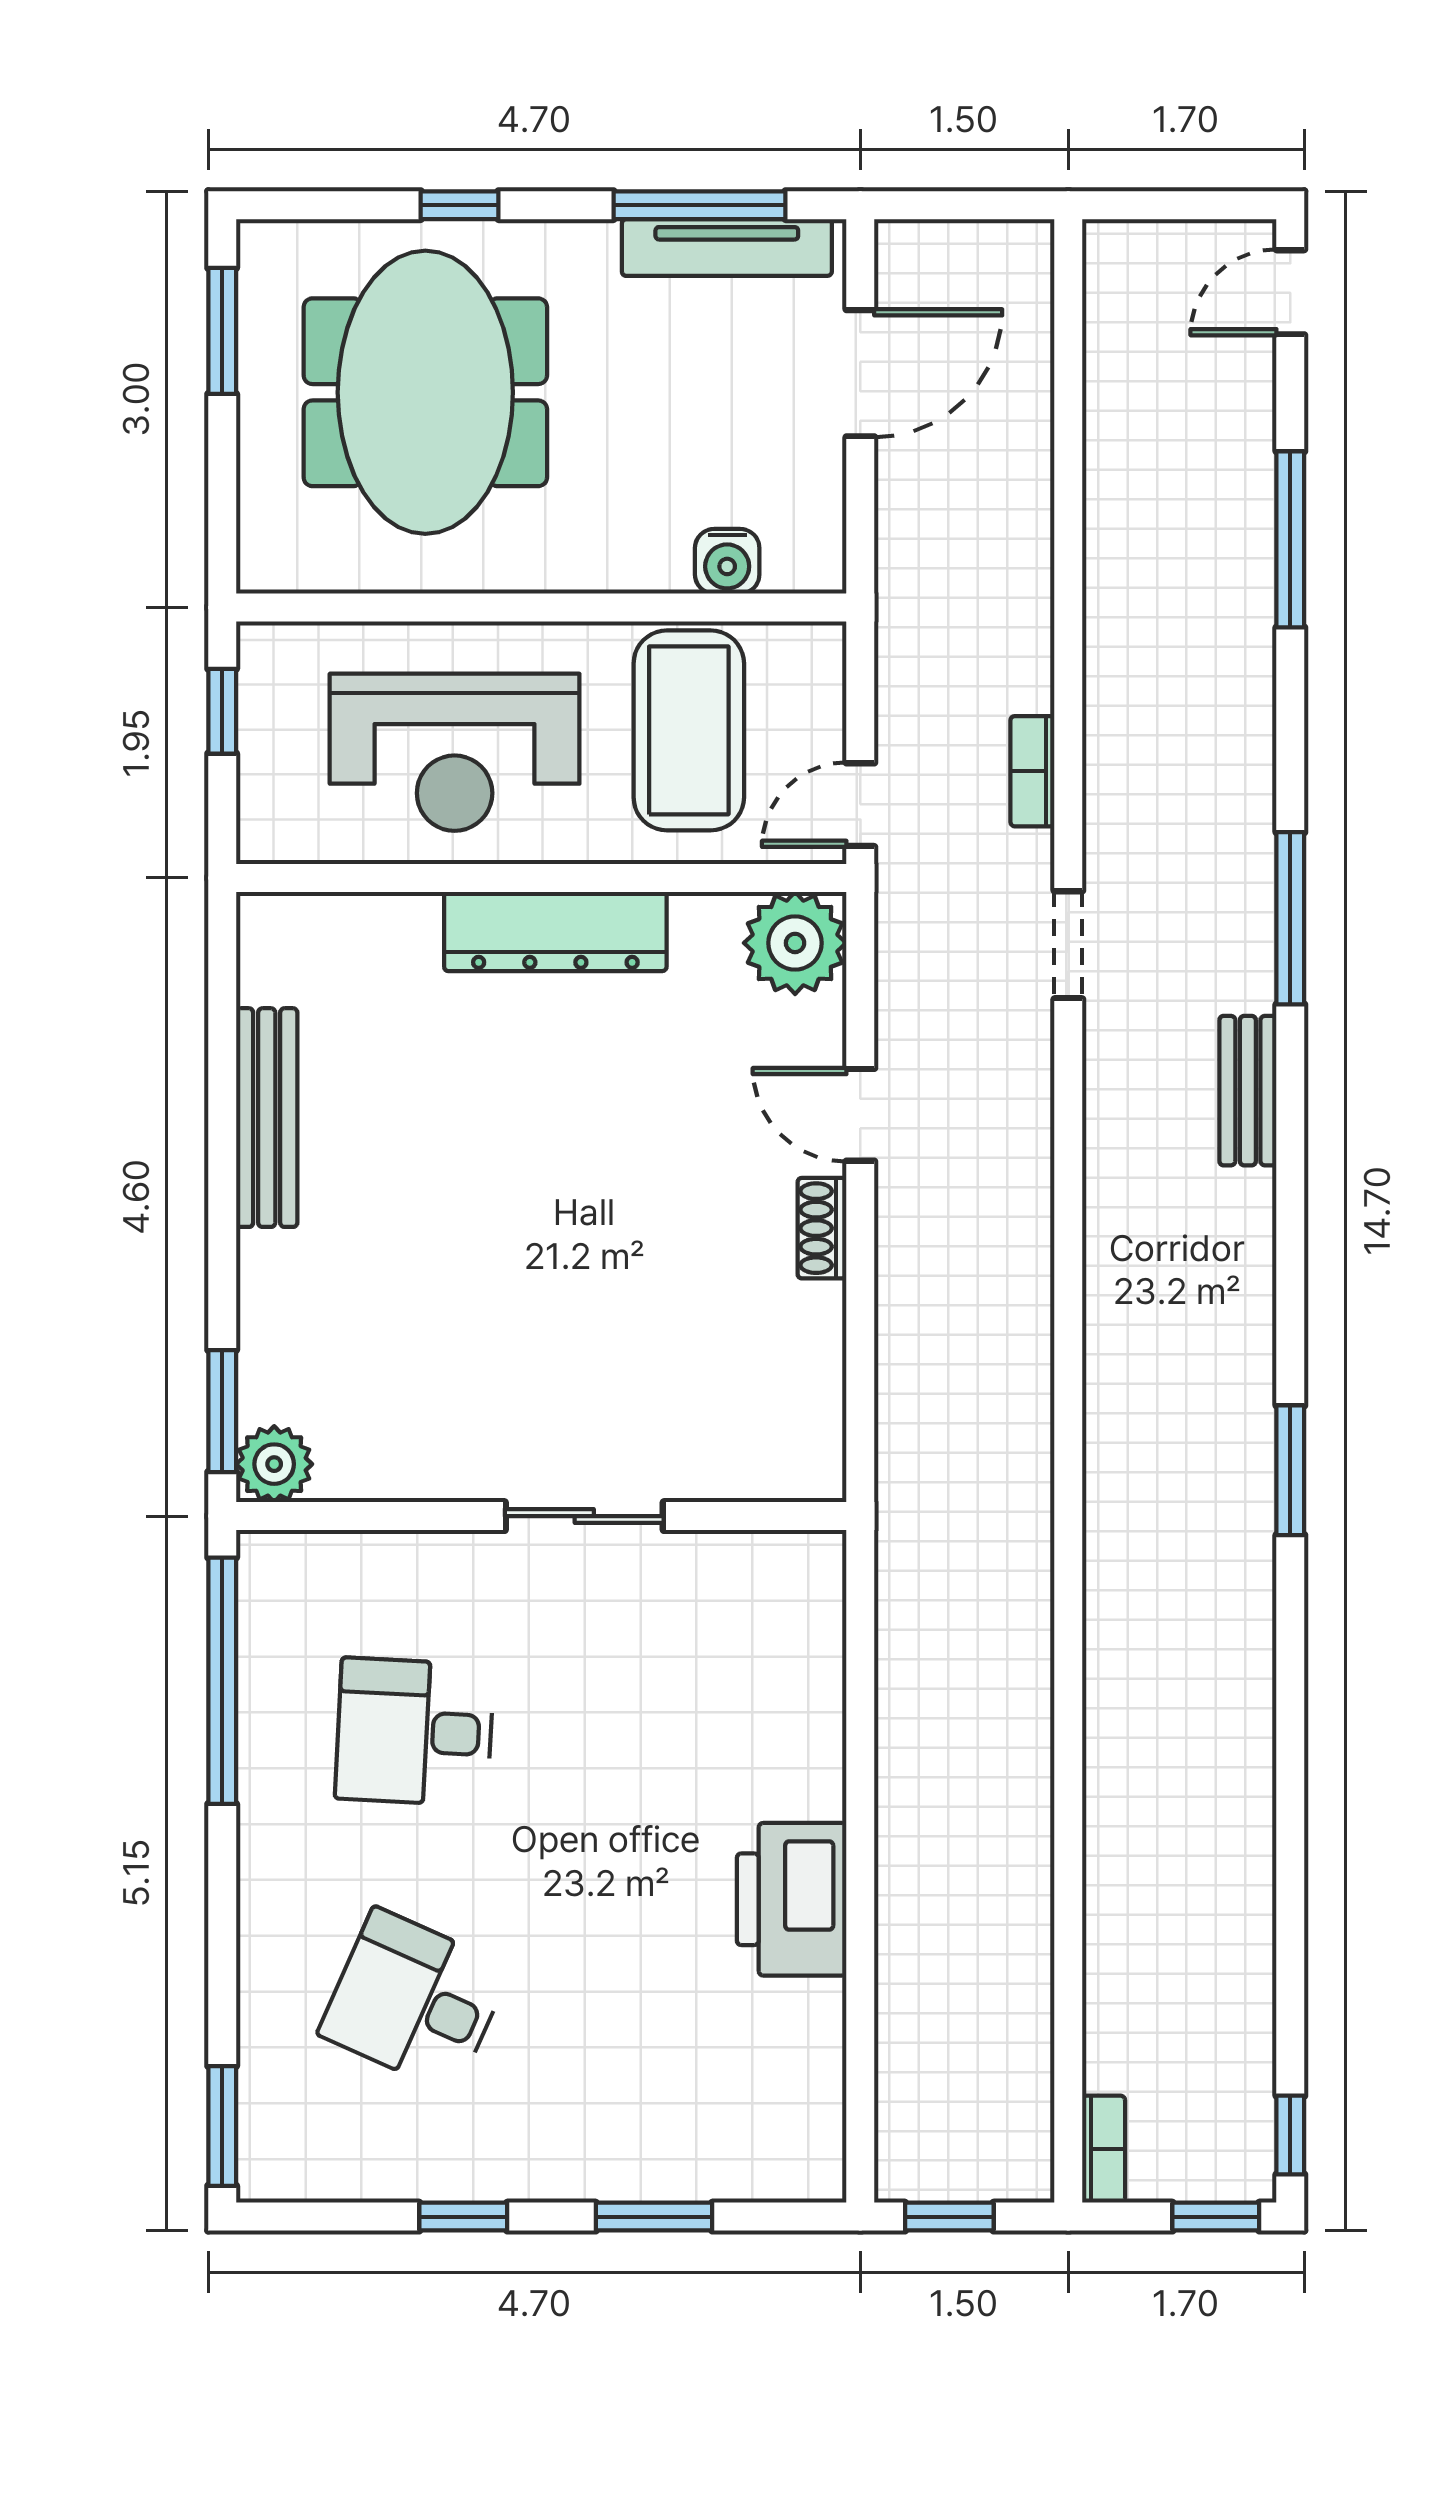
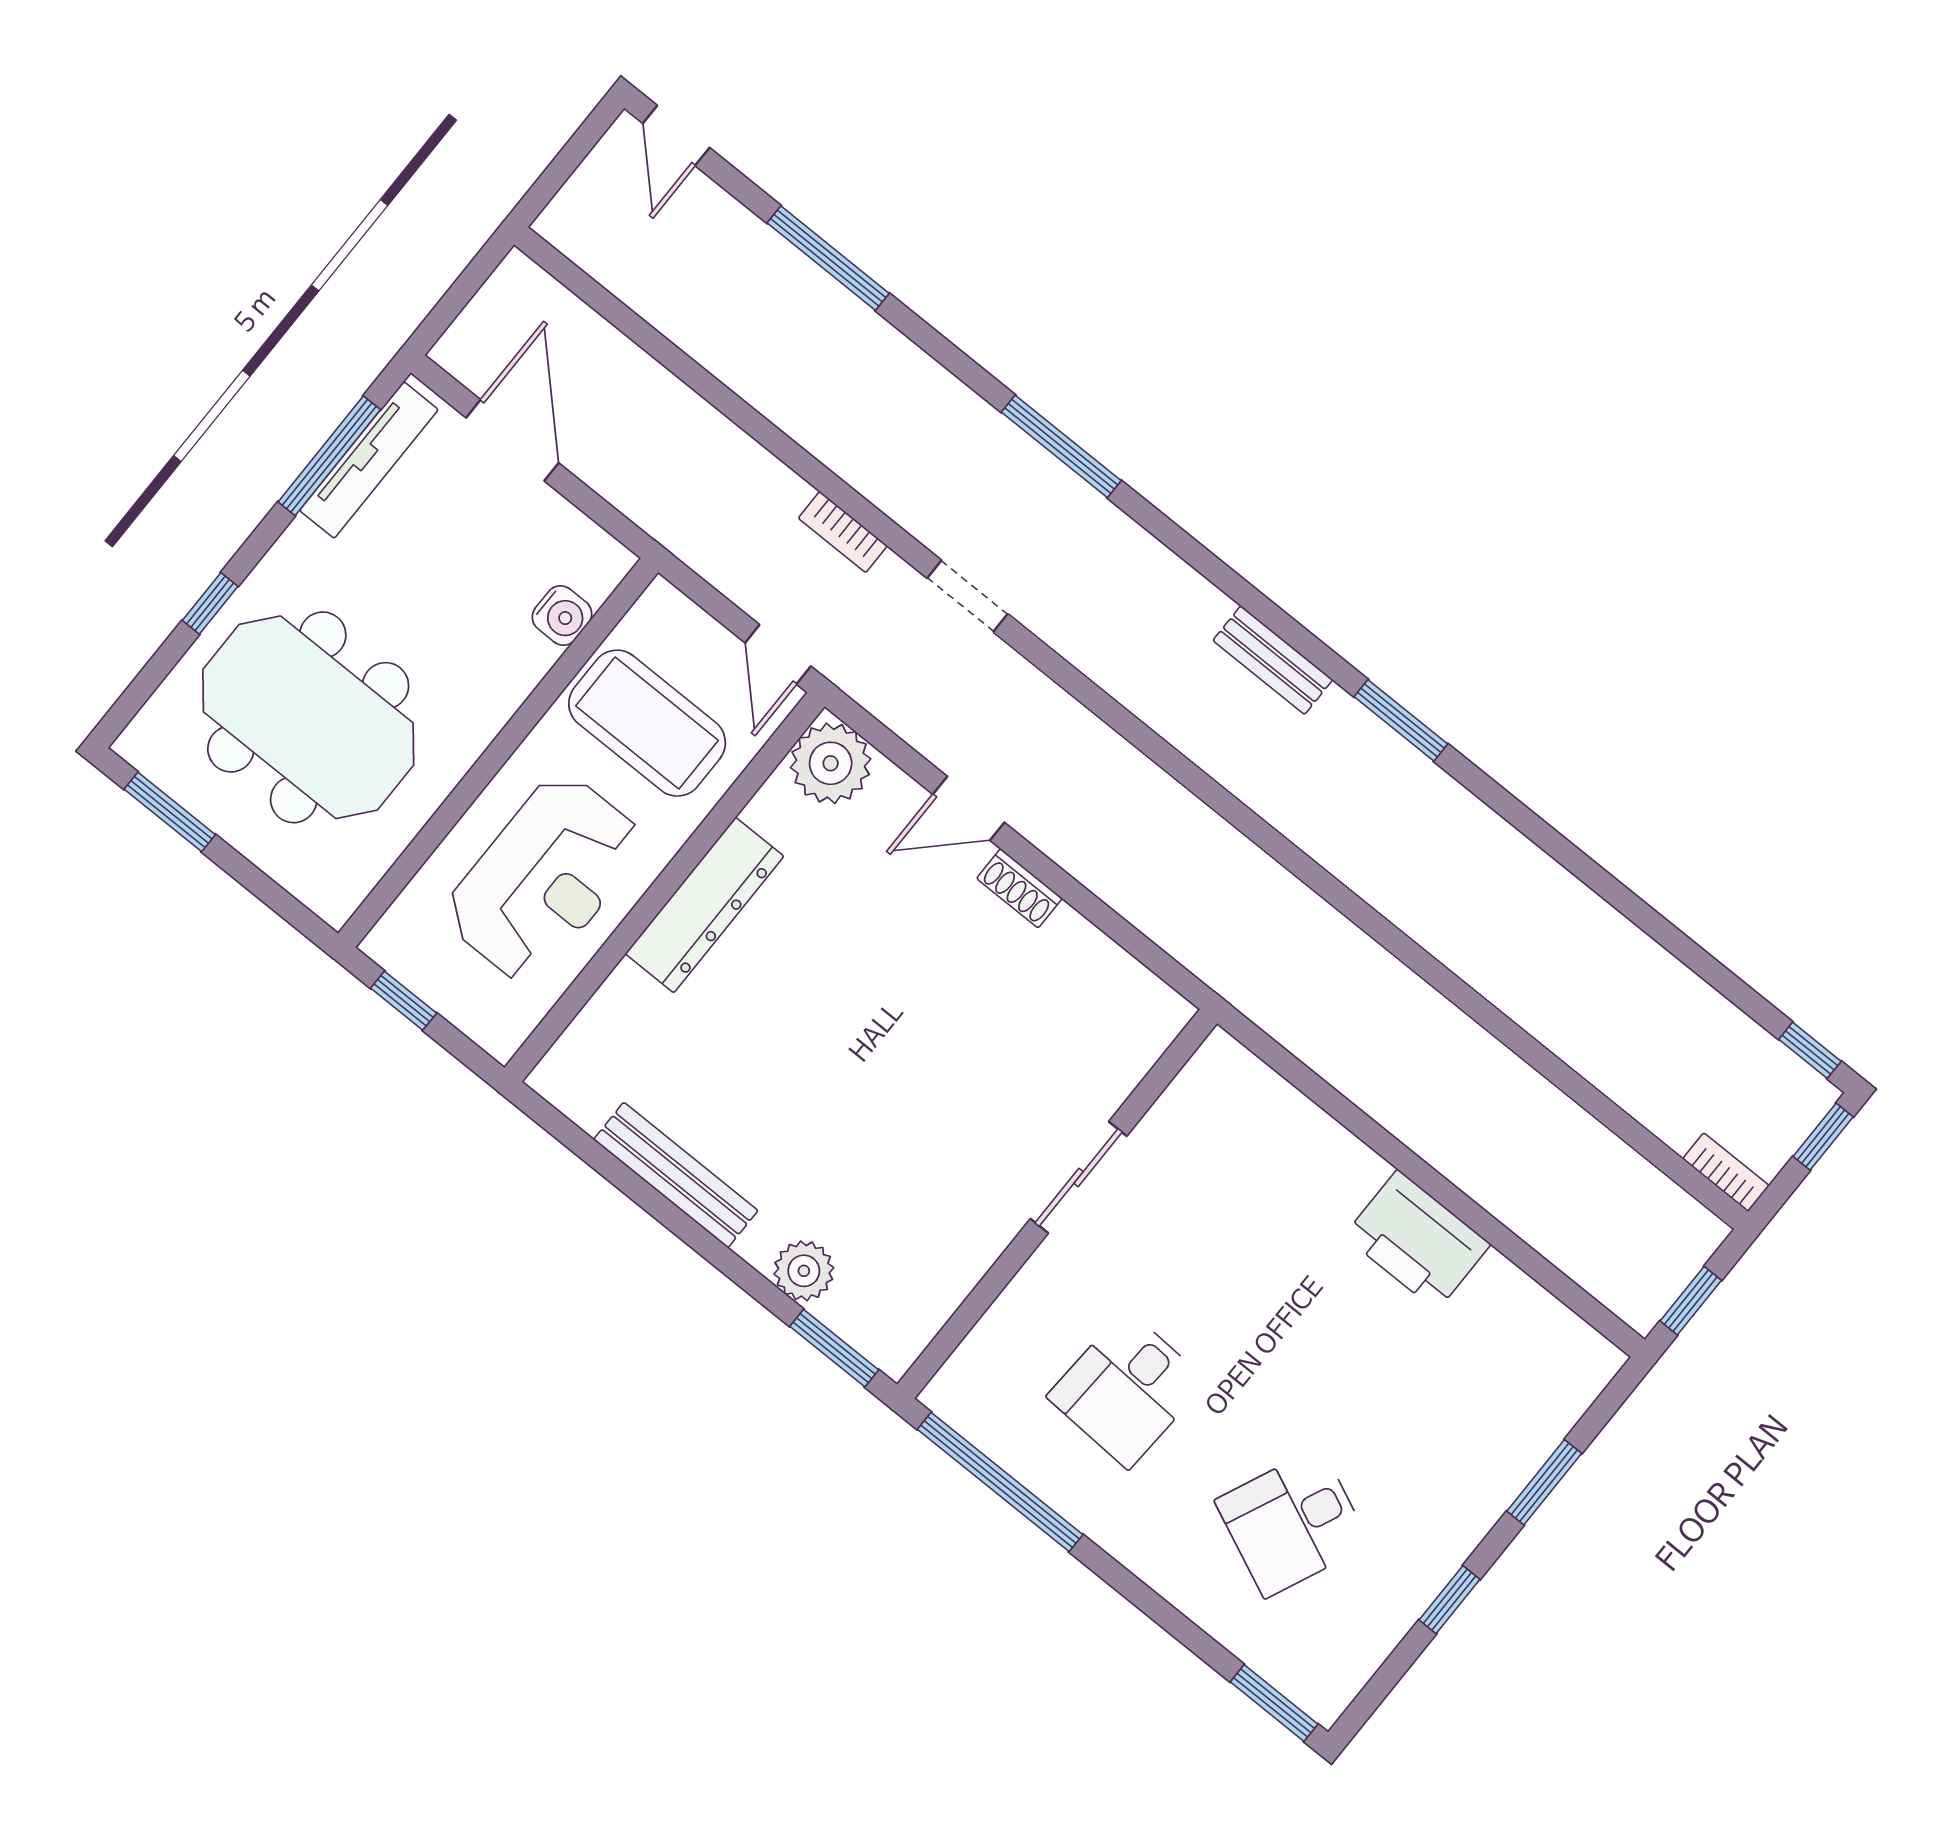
bench: (1248, 1091) -> (1273, 660), moved
plant: (274, 1464) -> (804, 1271), moved

